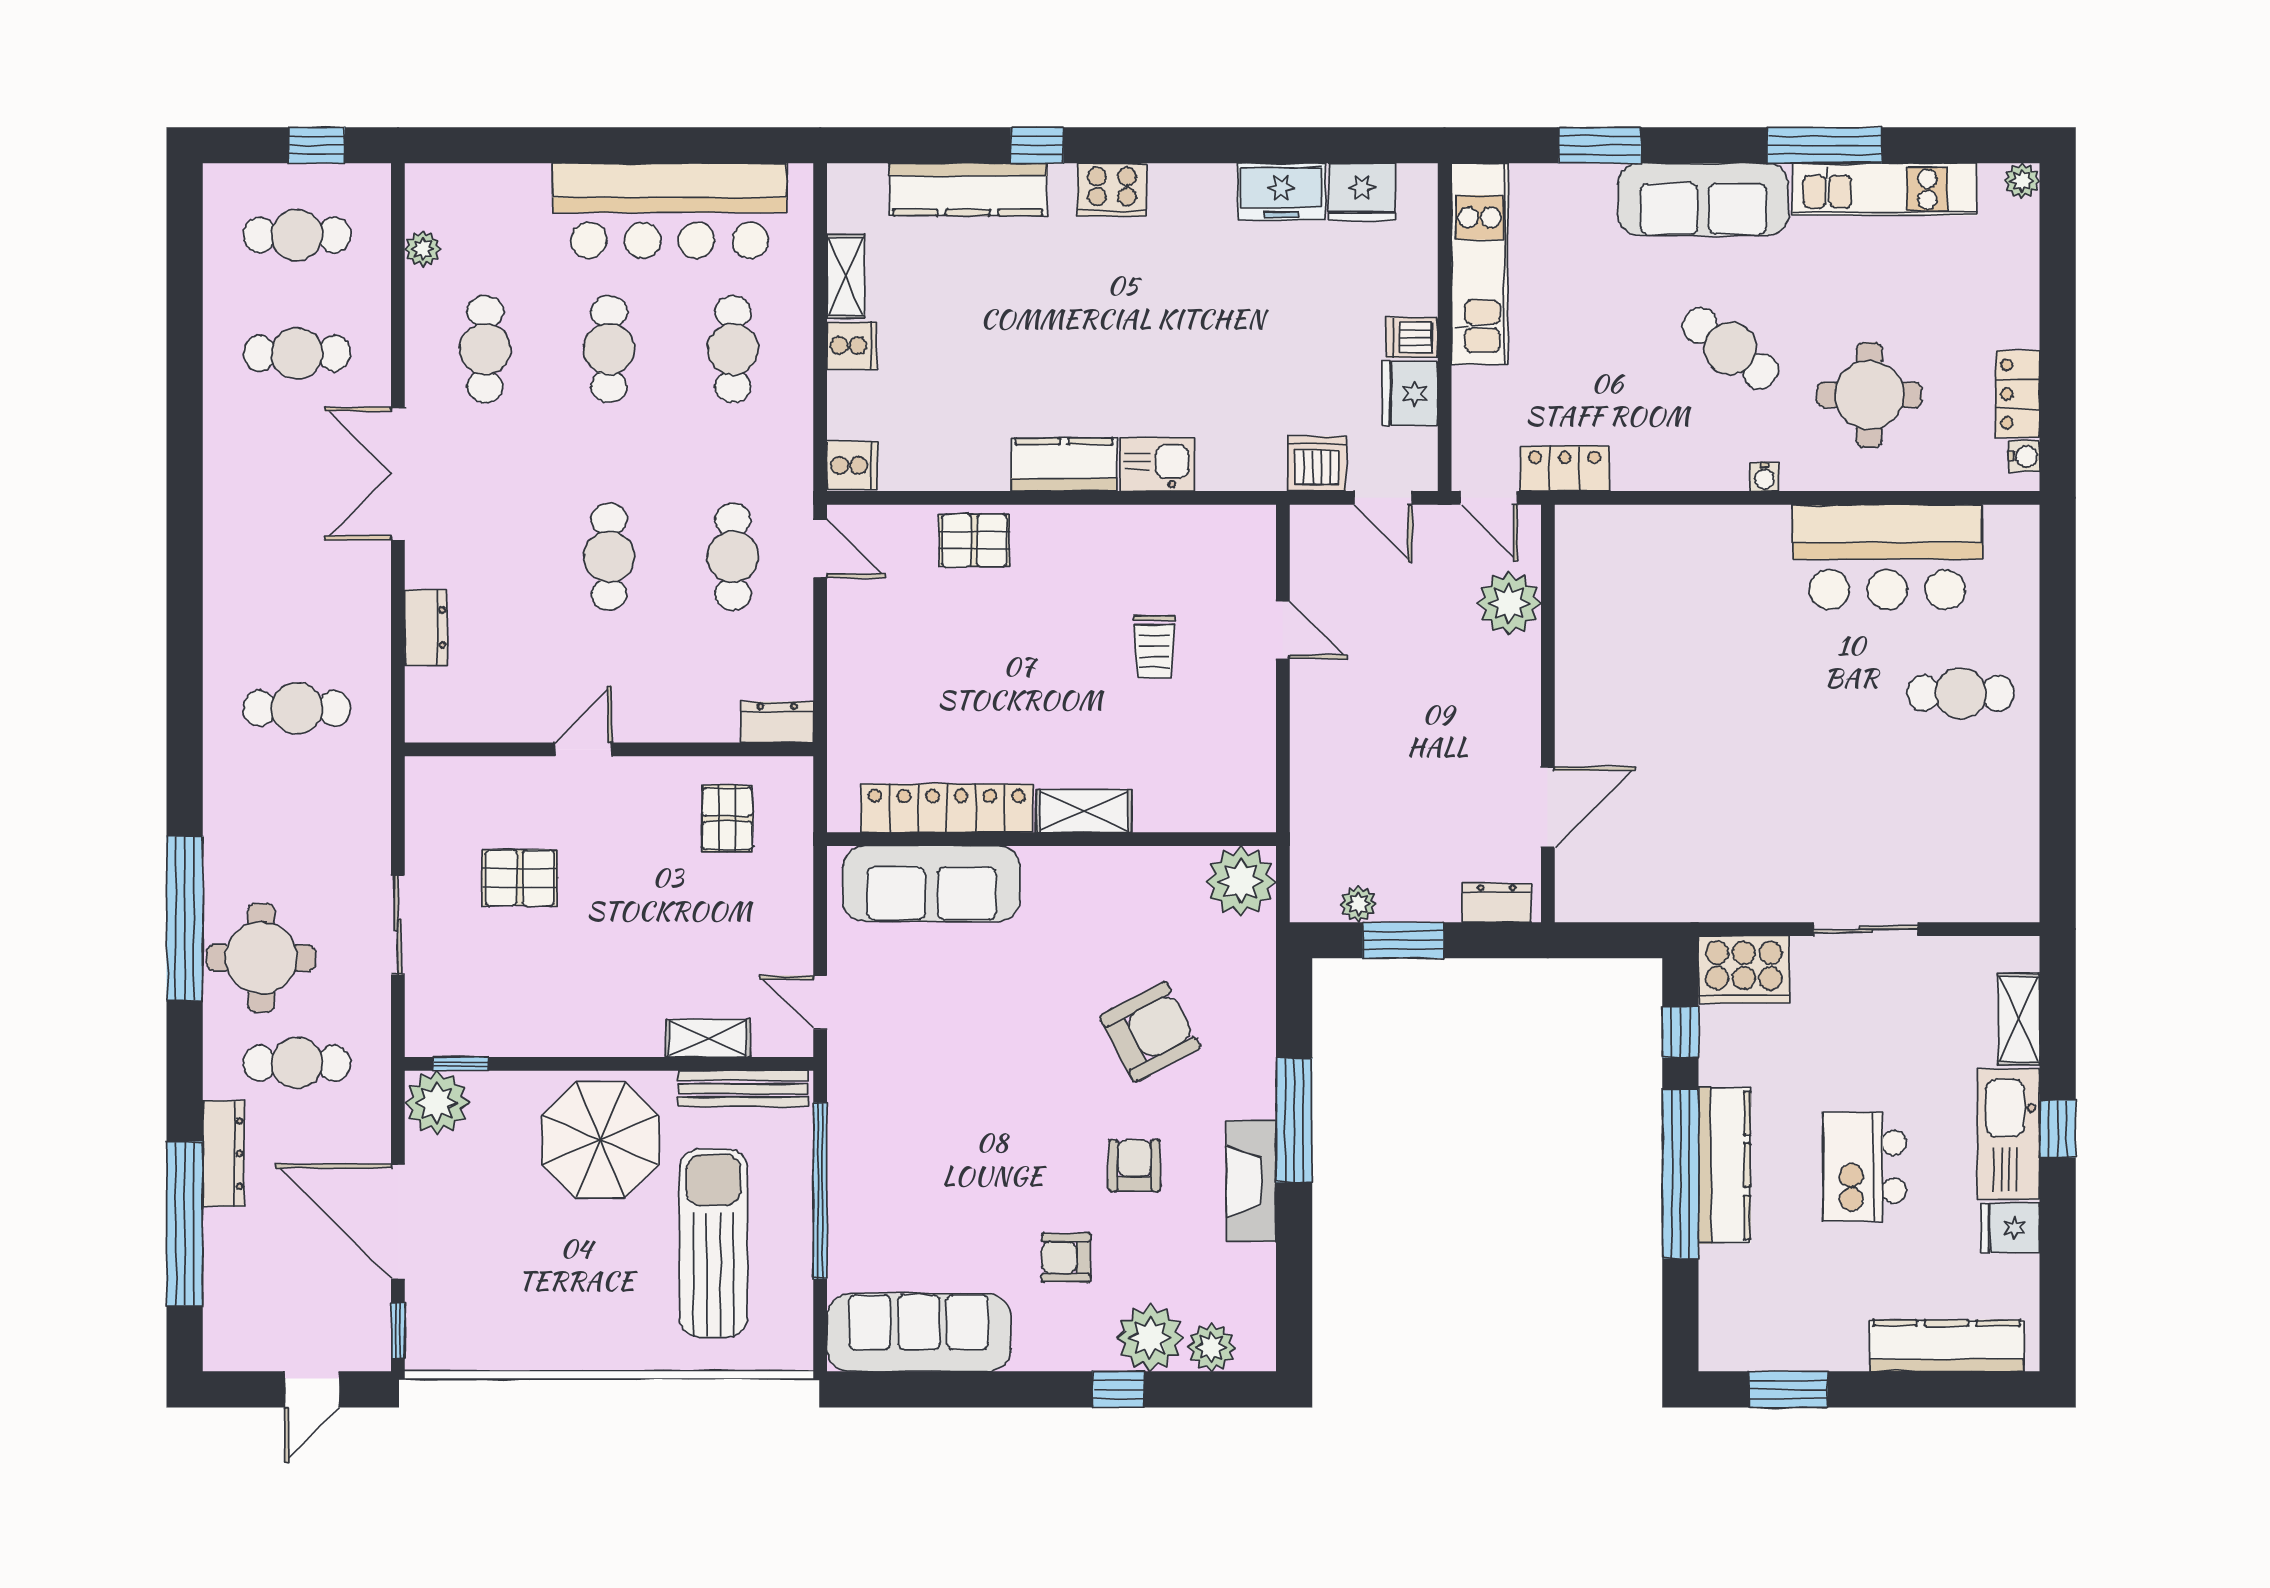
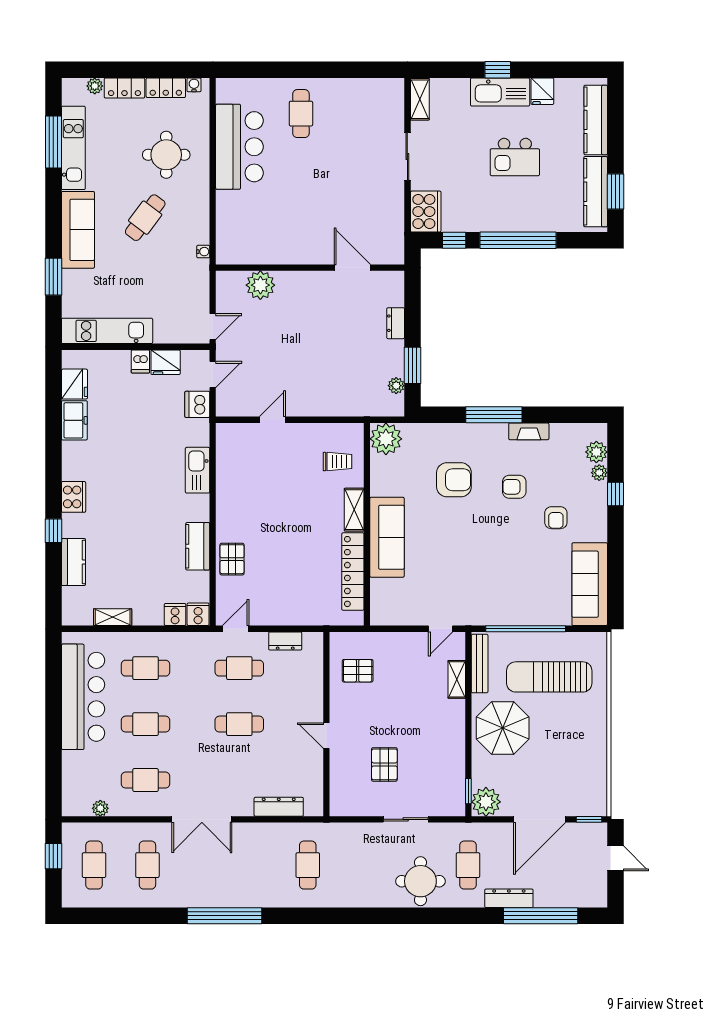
window: (1824, 145) -> (53, 142), moved
plant: (2022, 181) -> (95, 86), moved
kitchen counter: (968, 189) -> (73, 562), width x0.67
cooker: (852, 345) -> (175, 615), moved
kitchen sink: (1157, 464) -> (198, 470), width x1.38
kitchen counter: (1064, 465) -> (198, 546), moved
locker: (1565, 469) -> (124, 88), moved, turned -90
water cooler: (1765, 477) -> (203, 252), moved
plant: (1509, 603) -> (260, 285), moved
dresser: (426, 627) -> (279, 807), width x1.44
trolley: (1154, 647) -> (337, 462), moved
wall: (1548, 713) -> (310, 268), moved
dresser: (777, 722) -> (285, 641), moved, turned -90
door: (1548, 807) -> (352, 268), moved
sofa: (931, 884) -> (387, 537), moved
window: (185, 918) -> (224, 916), moved
shelving: (2019, 1019) -> (420, 99), moved, turned 90
armchair: (1150, 1032) -> (454, 480), turned 118
kitchen counter: (1724, 1165) -> (596, 192), moved, turned -90
fireplace: (1251, 1181) -> (529, 431), width x0.73, depth x0.76
plant: (1150, 1338) -> (599, 473), width x0.53, depth x0.53

